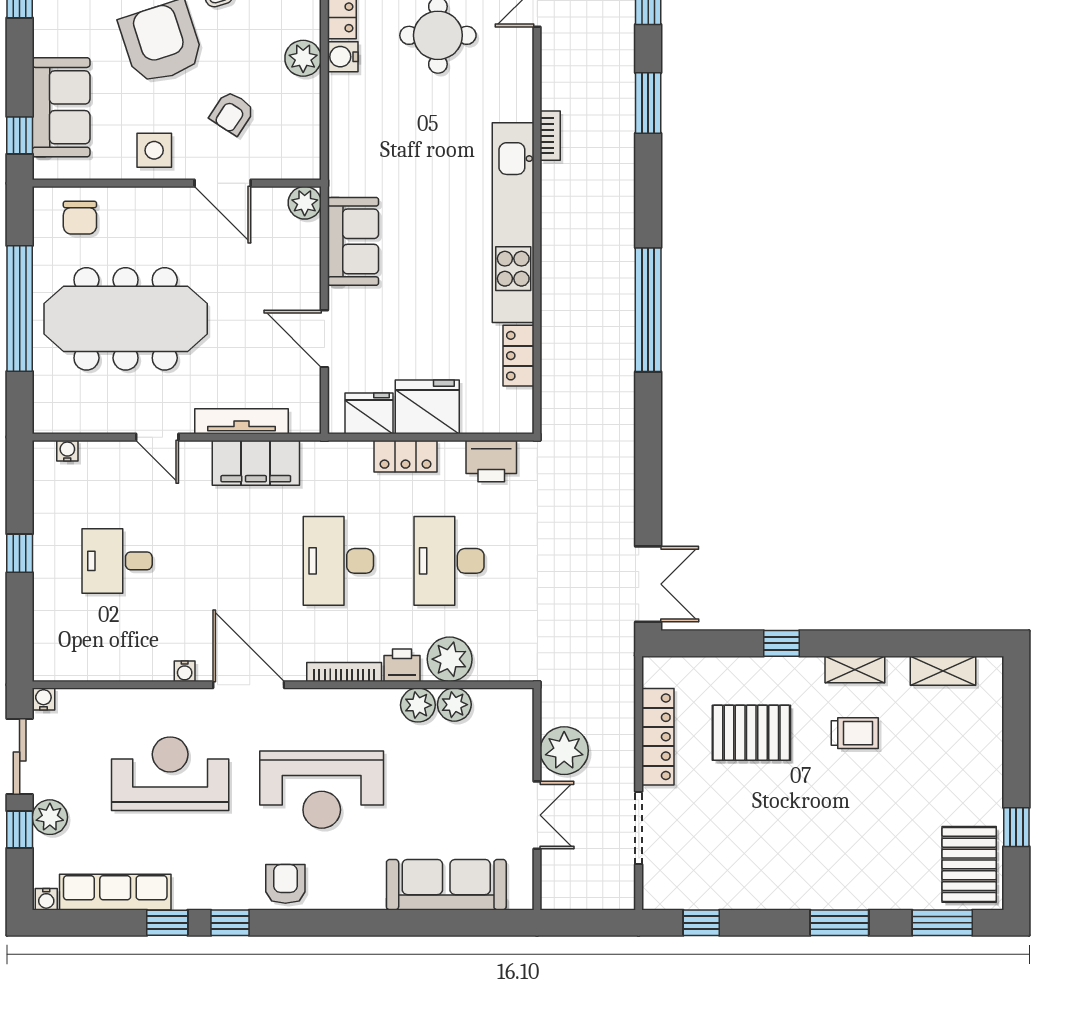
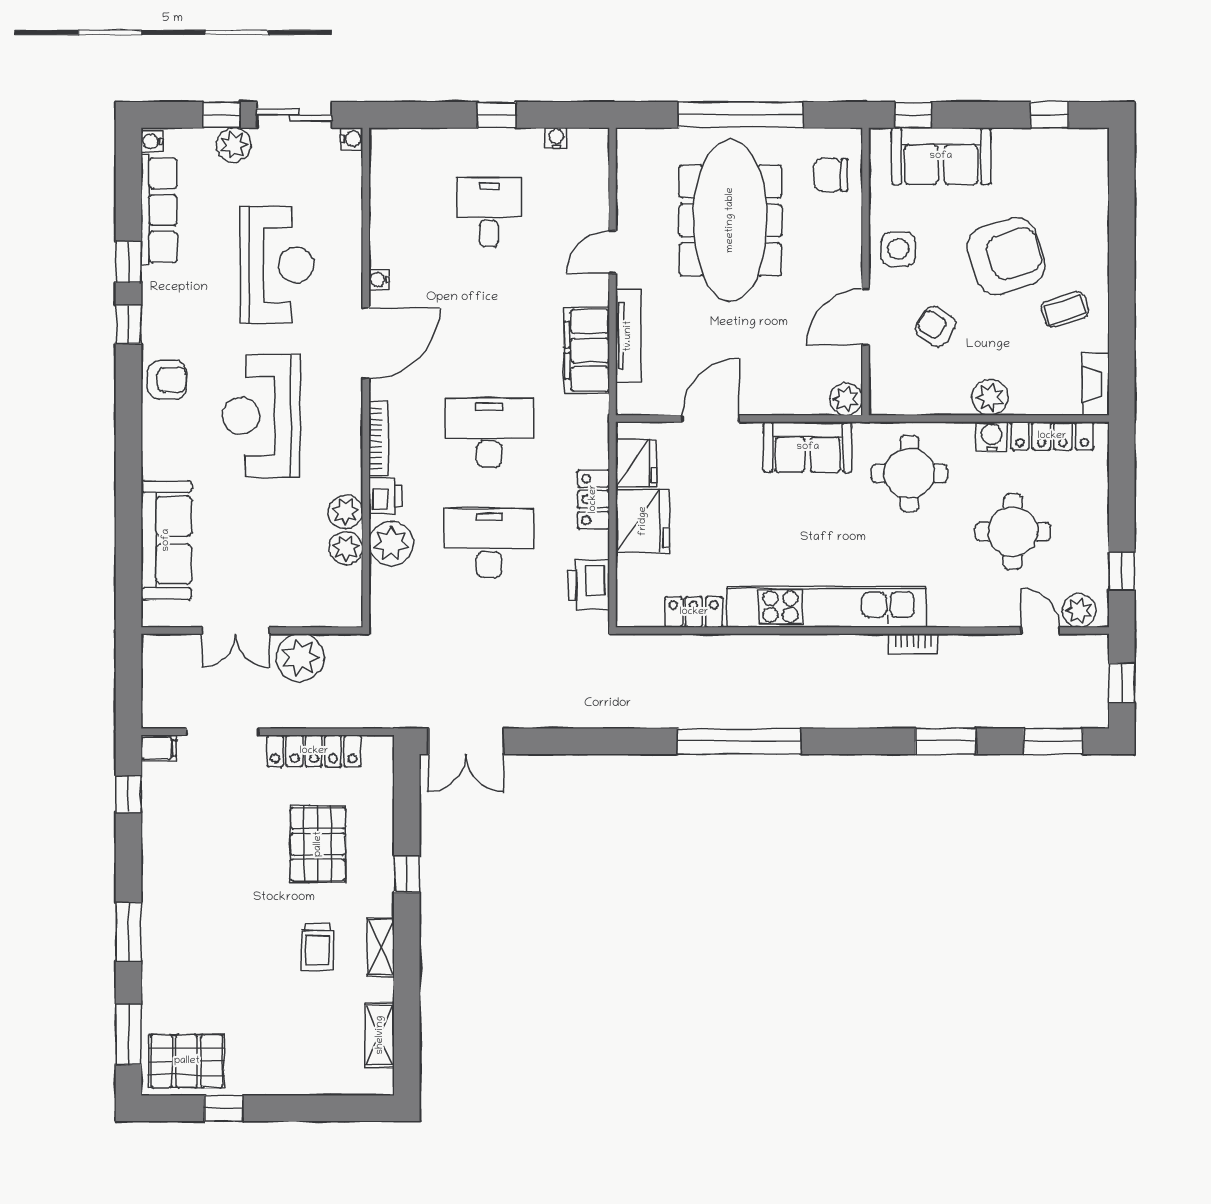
round table: (379, 139) -> (909, 473), added
water cooler: (67, 451) -> (556, 138), moved, turned -90
filing cabinet: (655, 892) -> (159, 748), added

